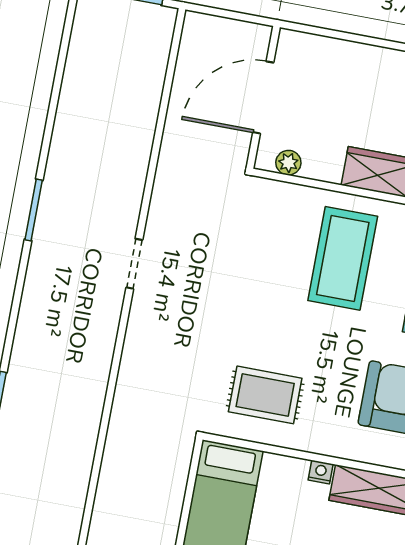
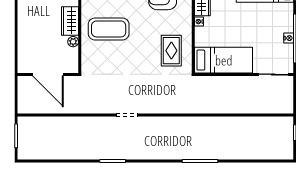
plant: (288, 163) -> (73, 42), moved

